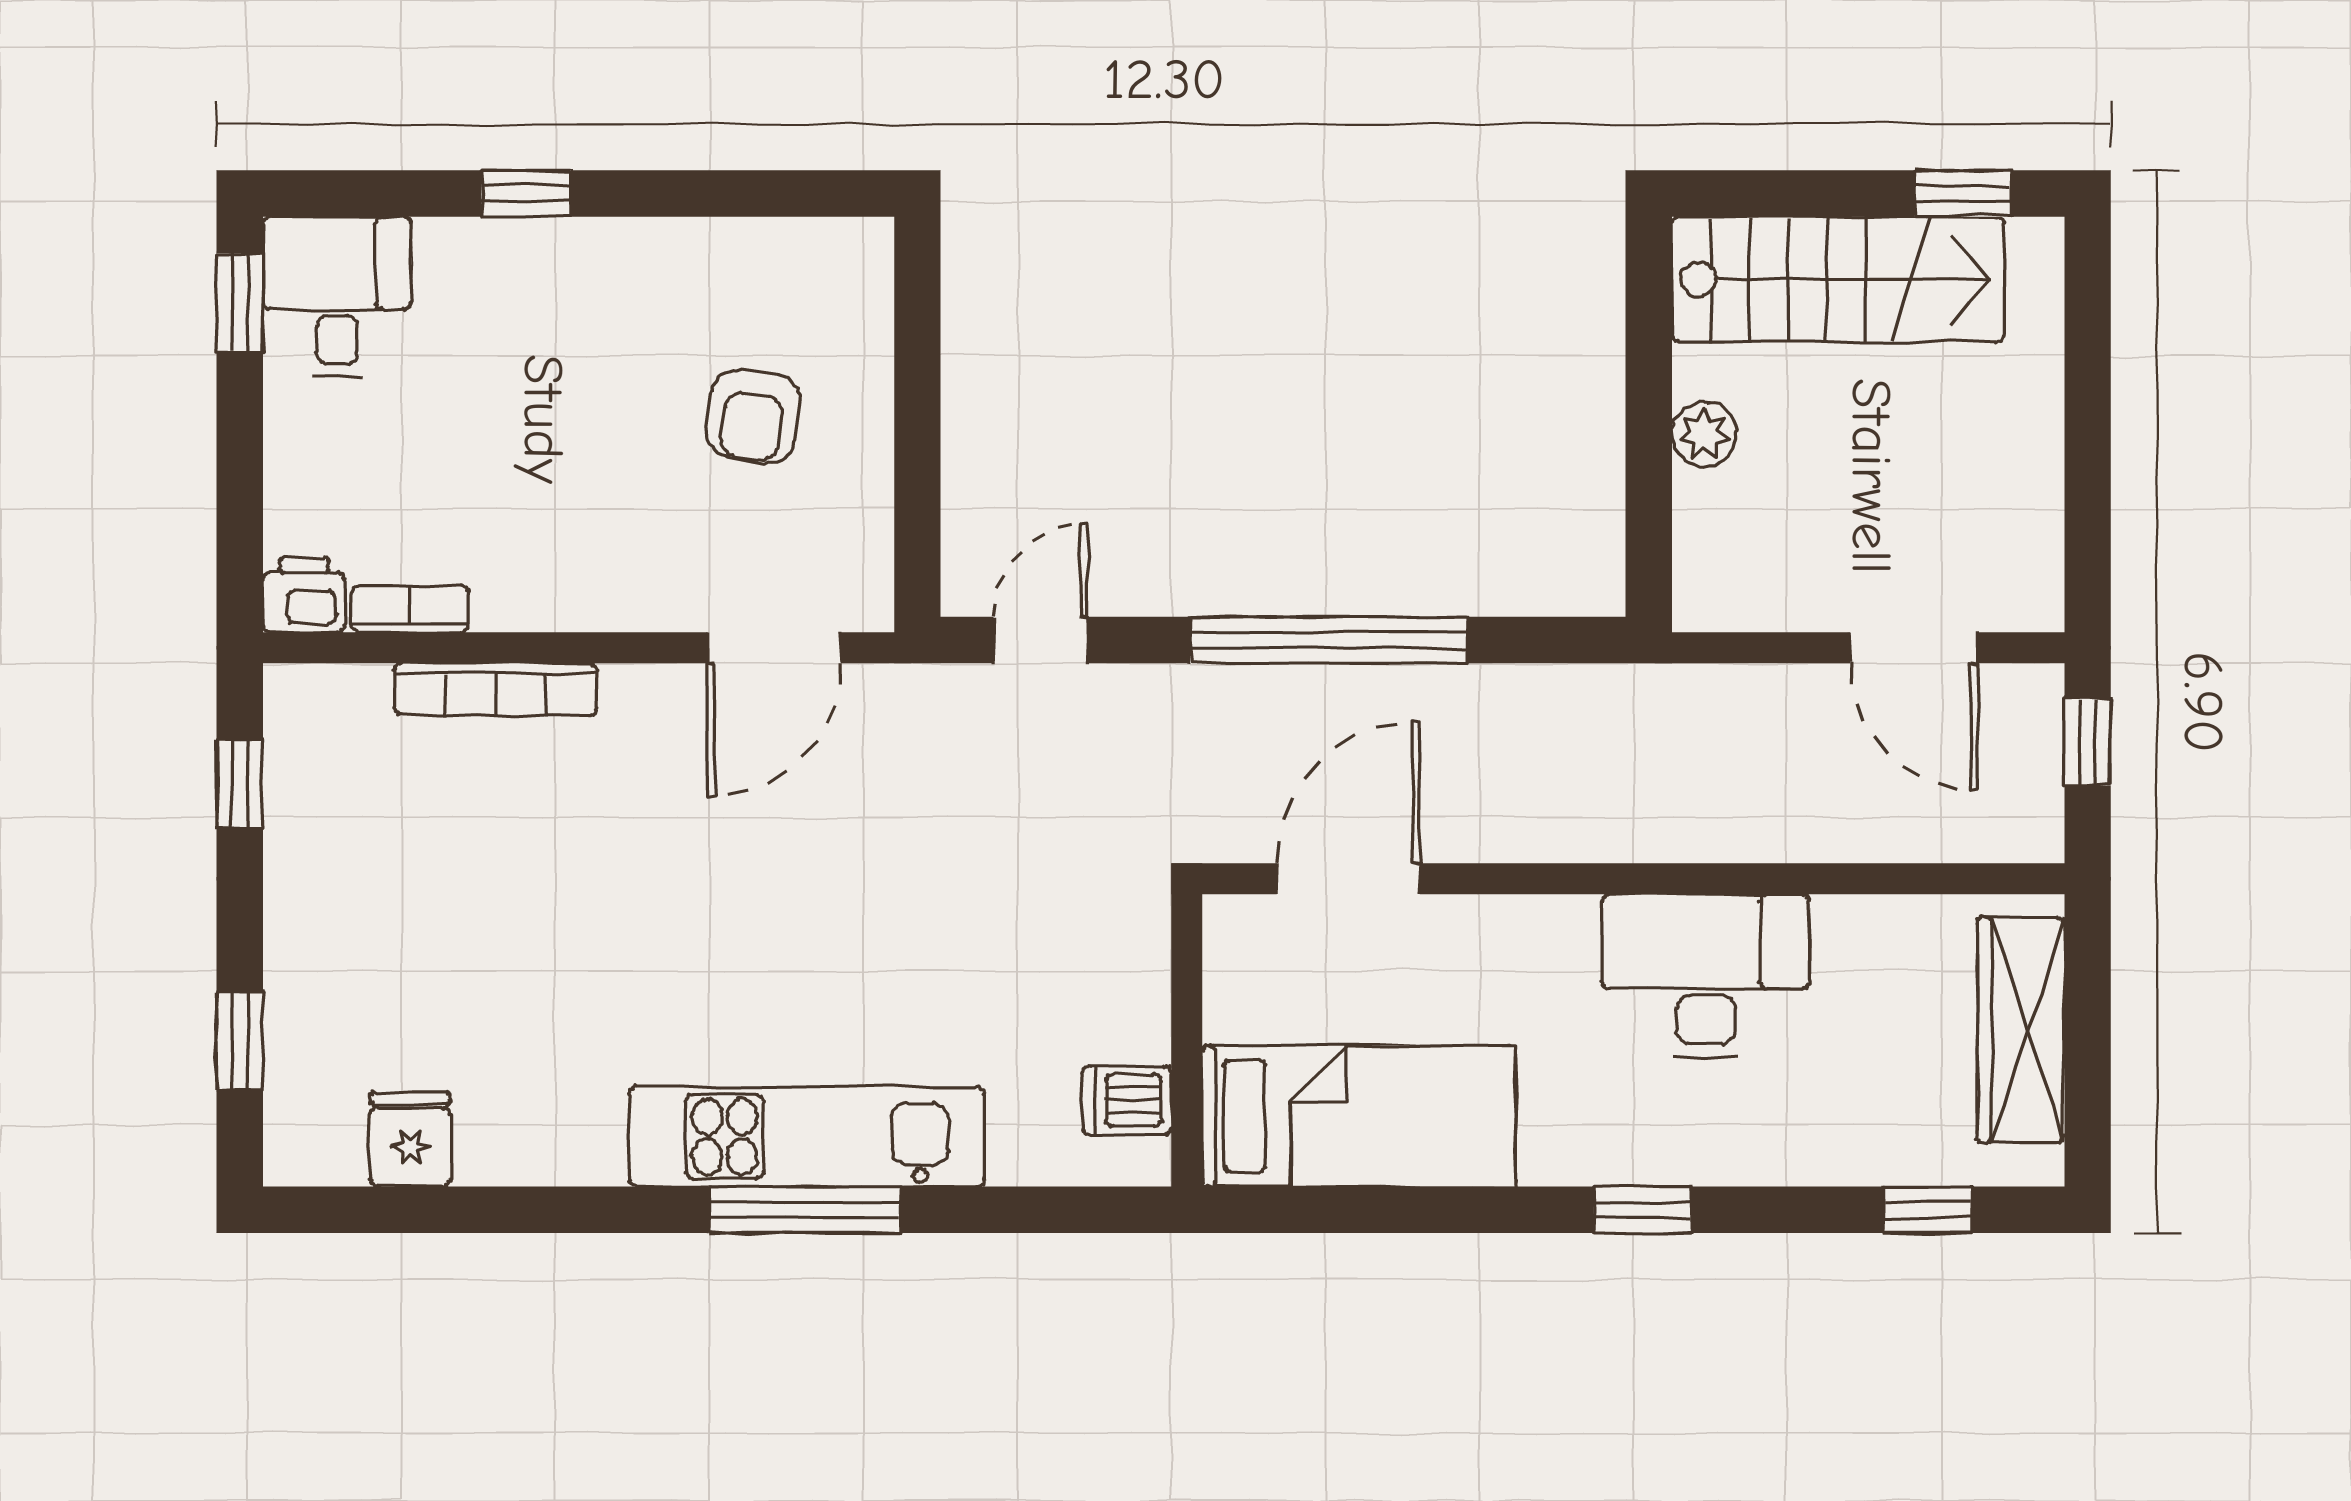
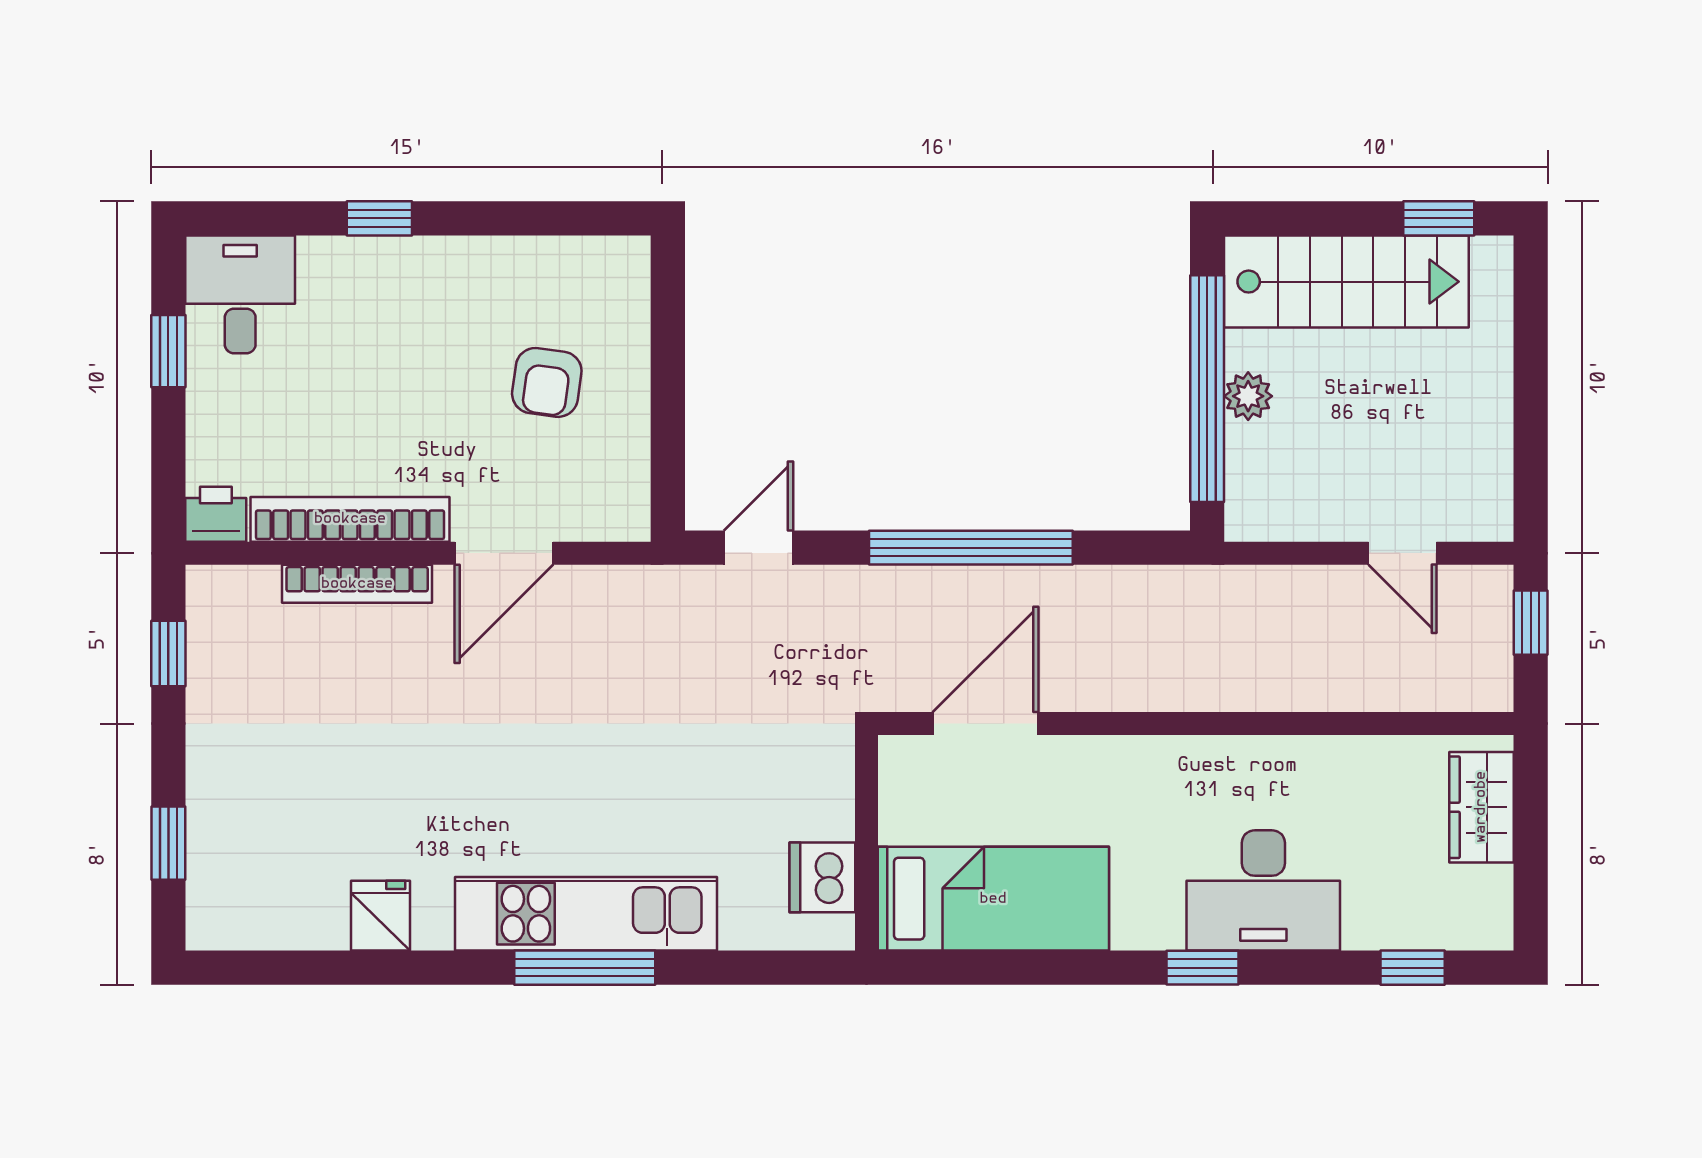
window: (240, 303) -> (168, 351), moved
window: (1649, 424) -> (1207, 389), added
bookcase: (410, 609) -> (350, 519), width x2.31, depth x1.31
door: (774, 648) -> (504, 553), moved
door: (1914, 648) -> (1403, 553), width x0.73
desk: (1706, 976) -> (1263, 890), moved, turned 180
wardrobe: (2021, 1030) -> (1481, 807), width x0.67
dishwasher: (1127, 1100) -> (822, 877), width x1.38
fridge: (410, 1139) -> (381, 916), moved

